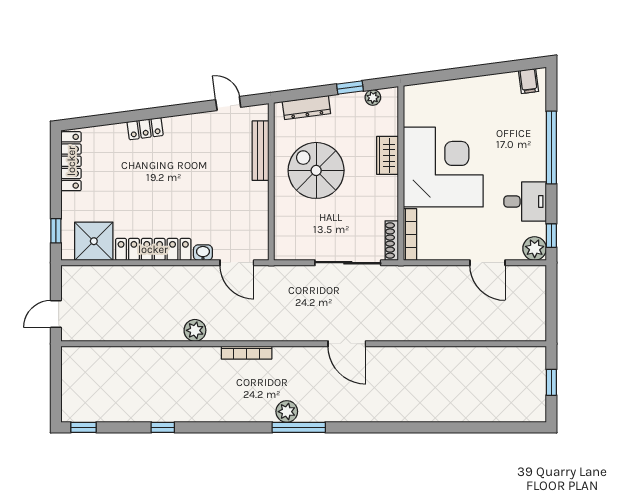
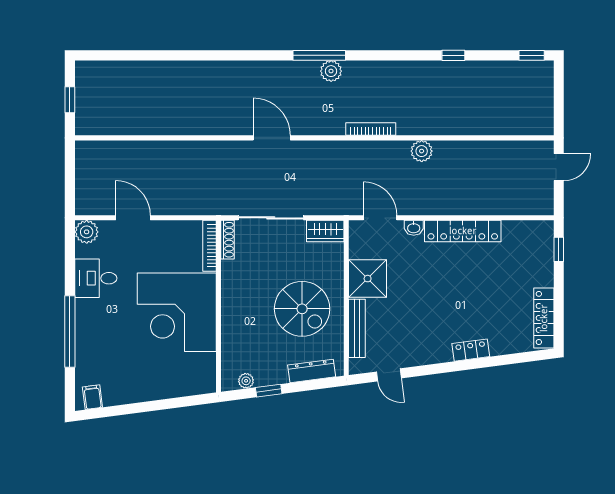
wardrobe: (387, 155) -> (325, 231), moved, turned 90
window: (551, 236) -> (70, 245), removed
shower: (94, 241) -> (368, 279), moved

